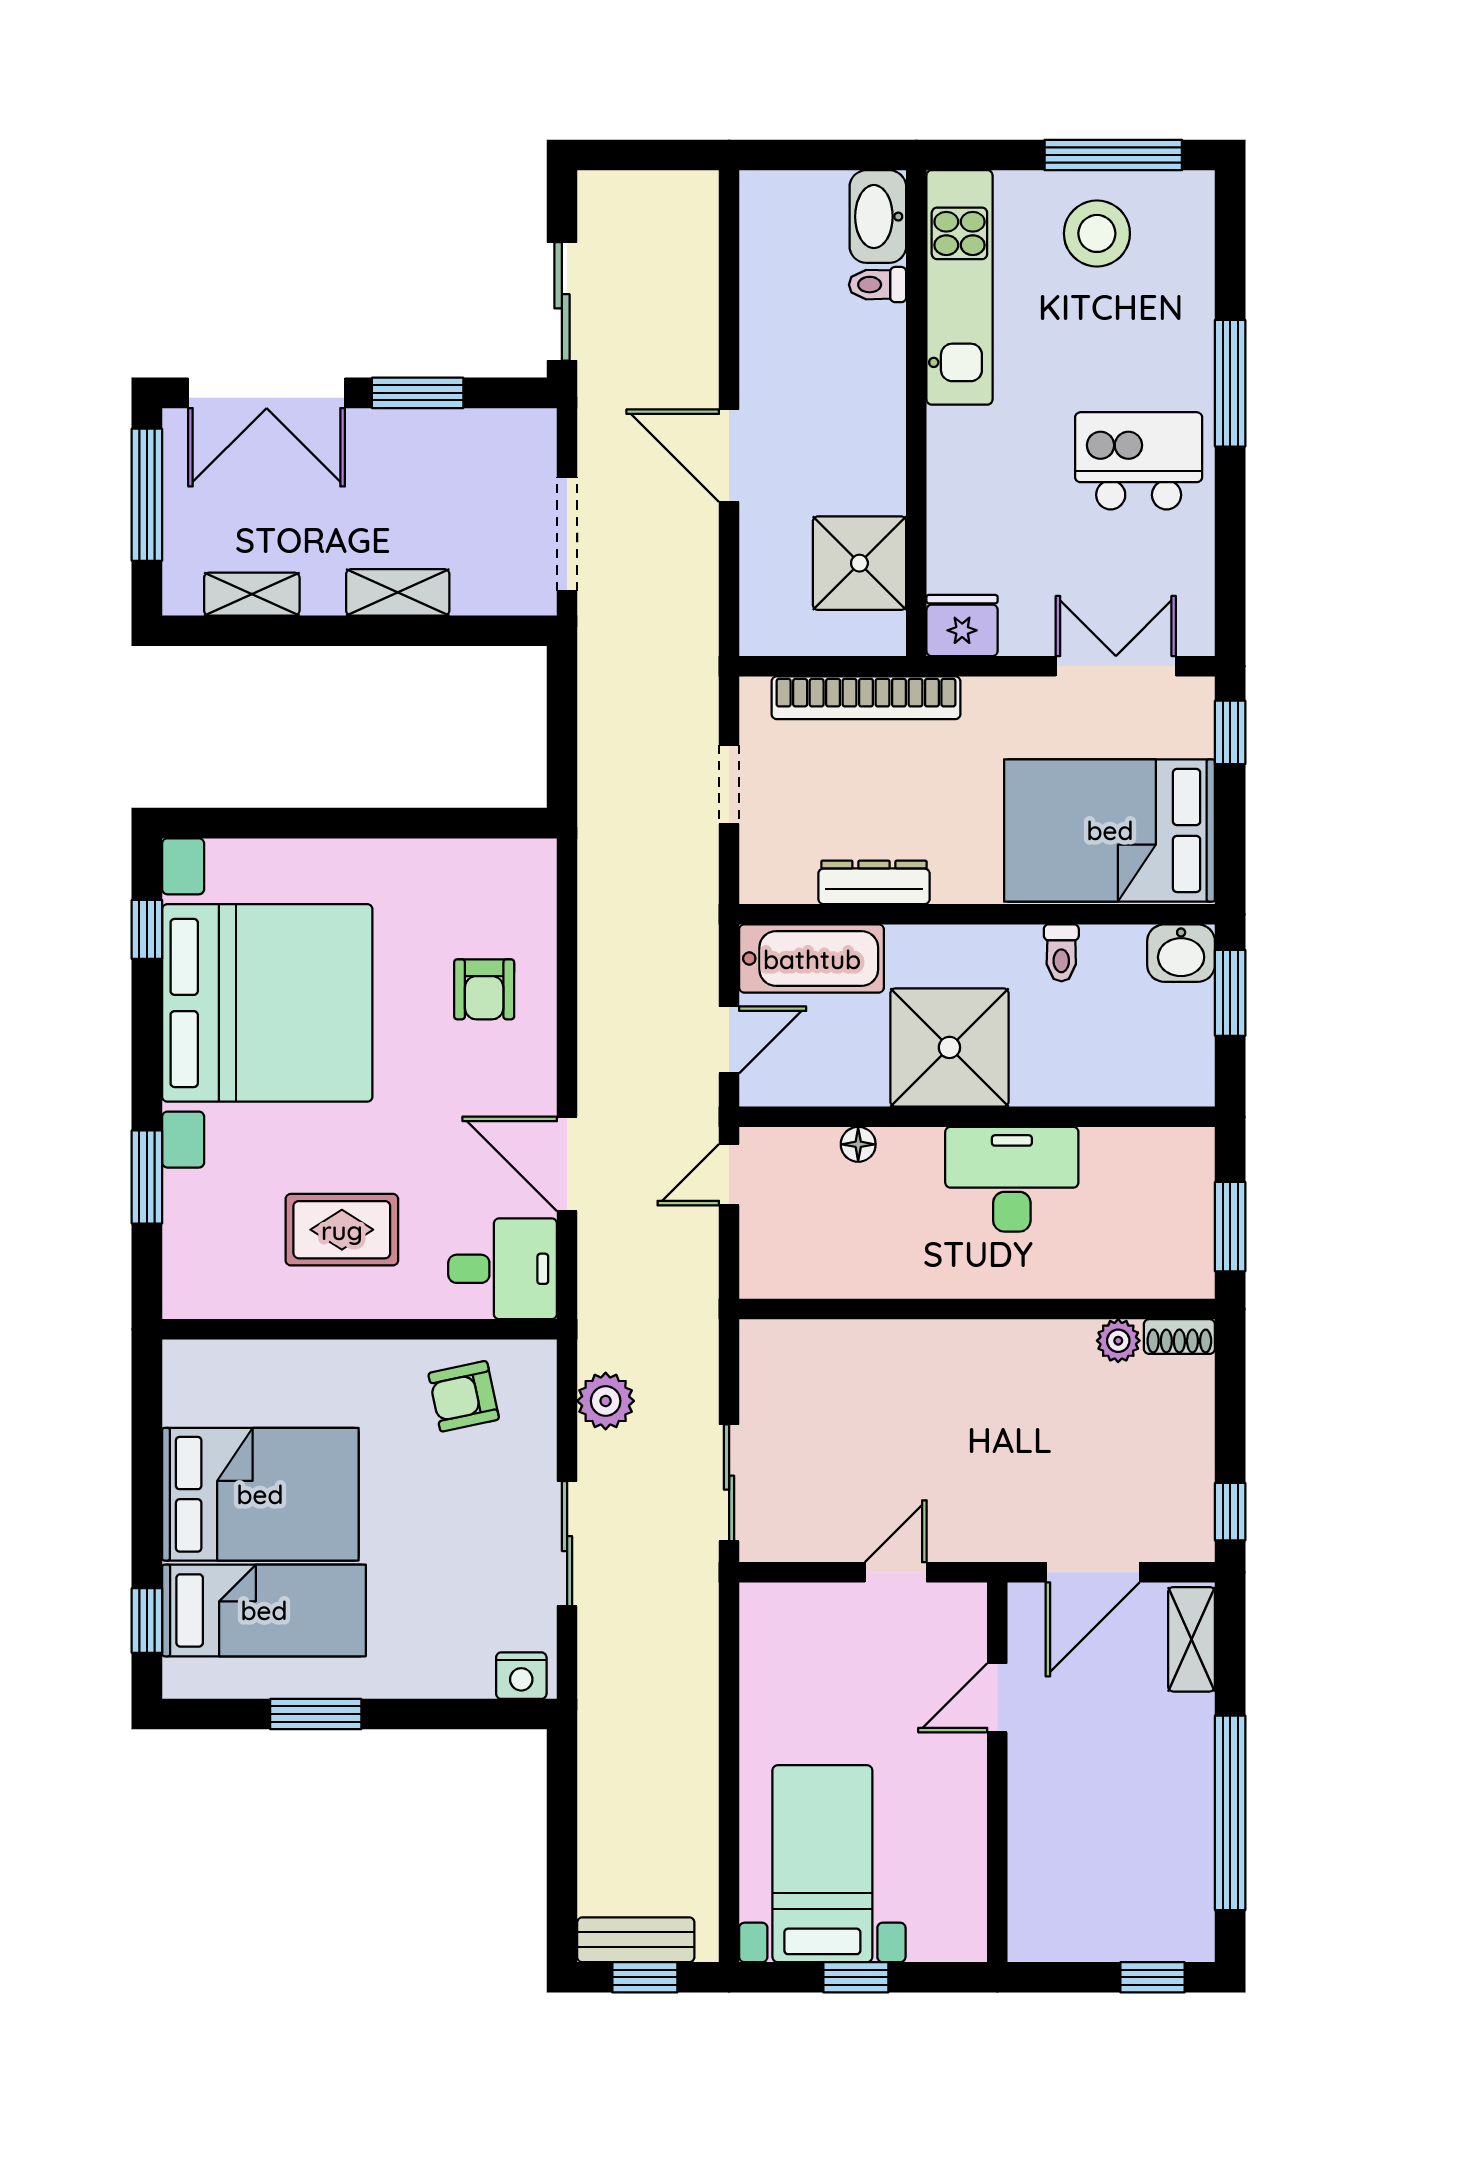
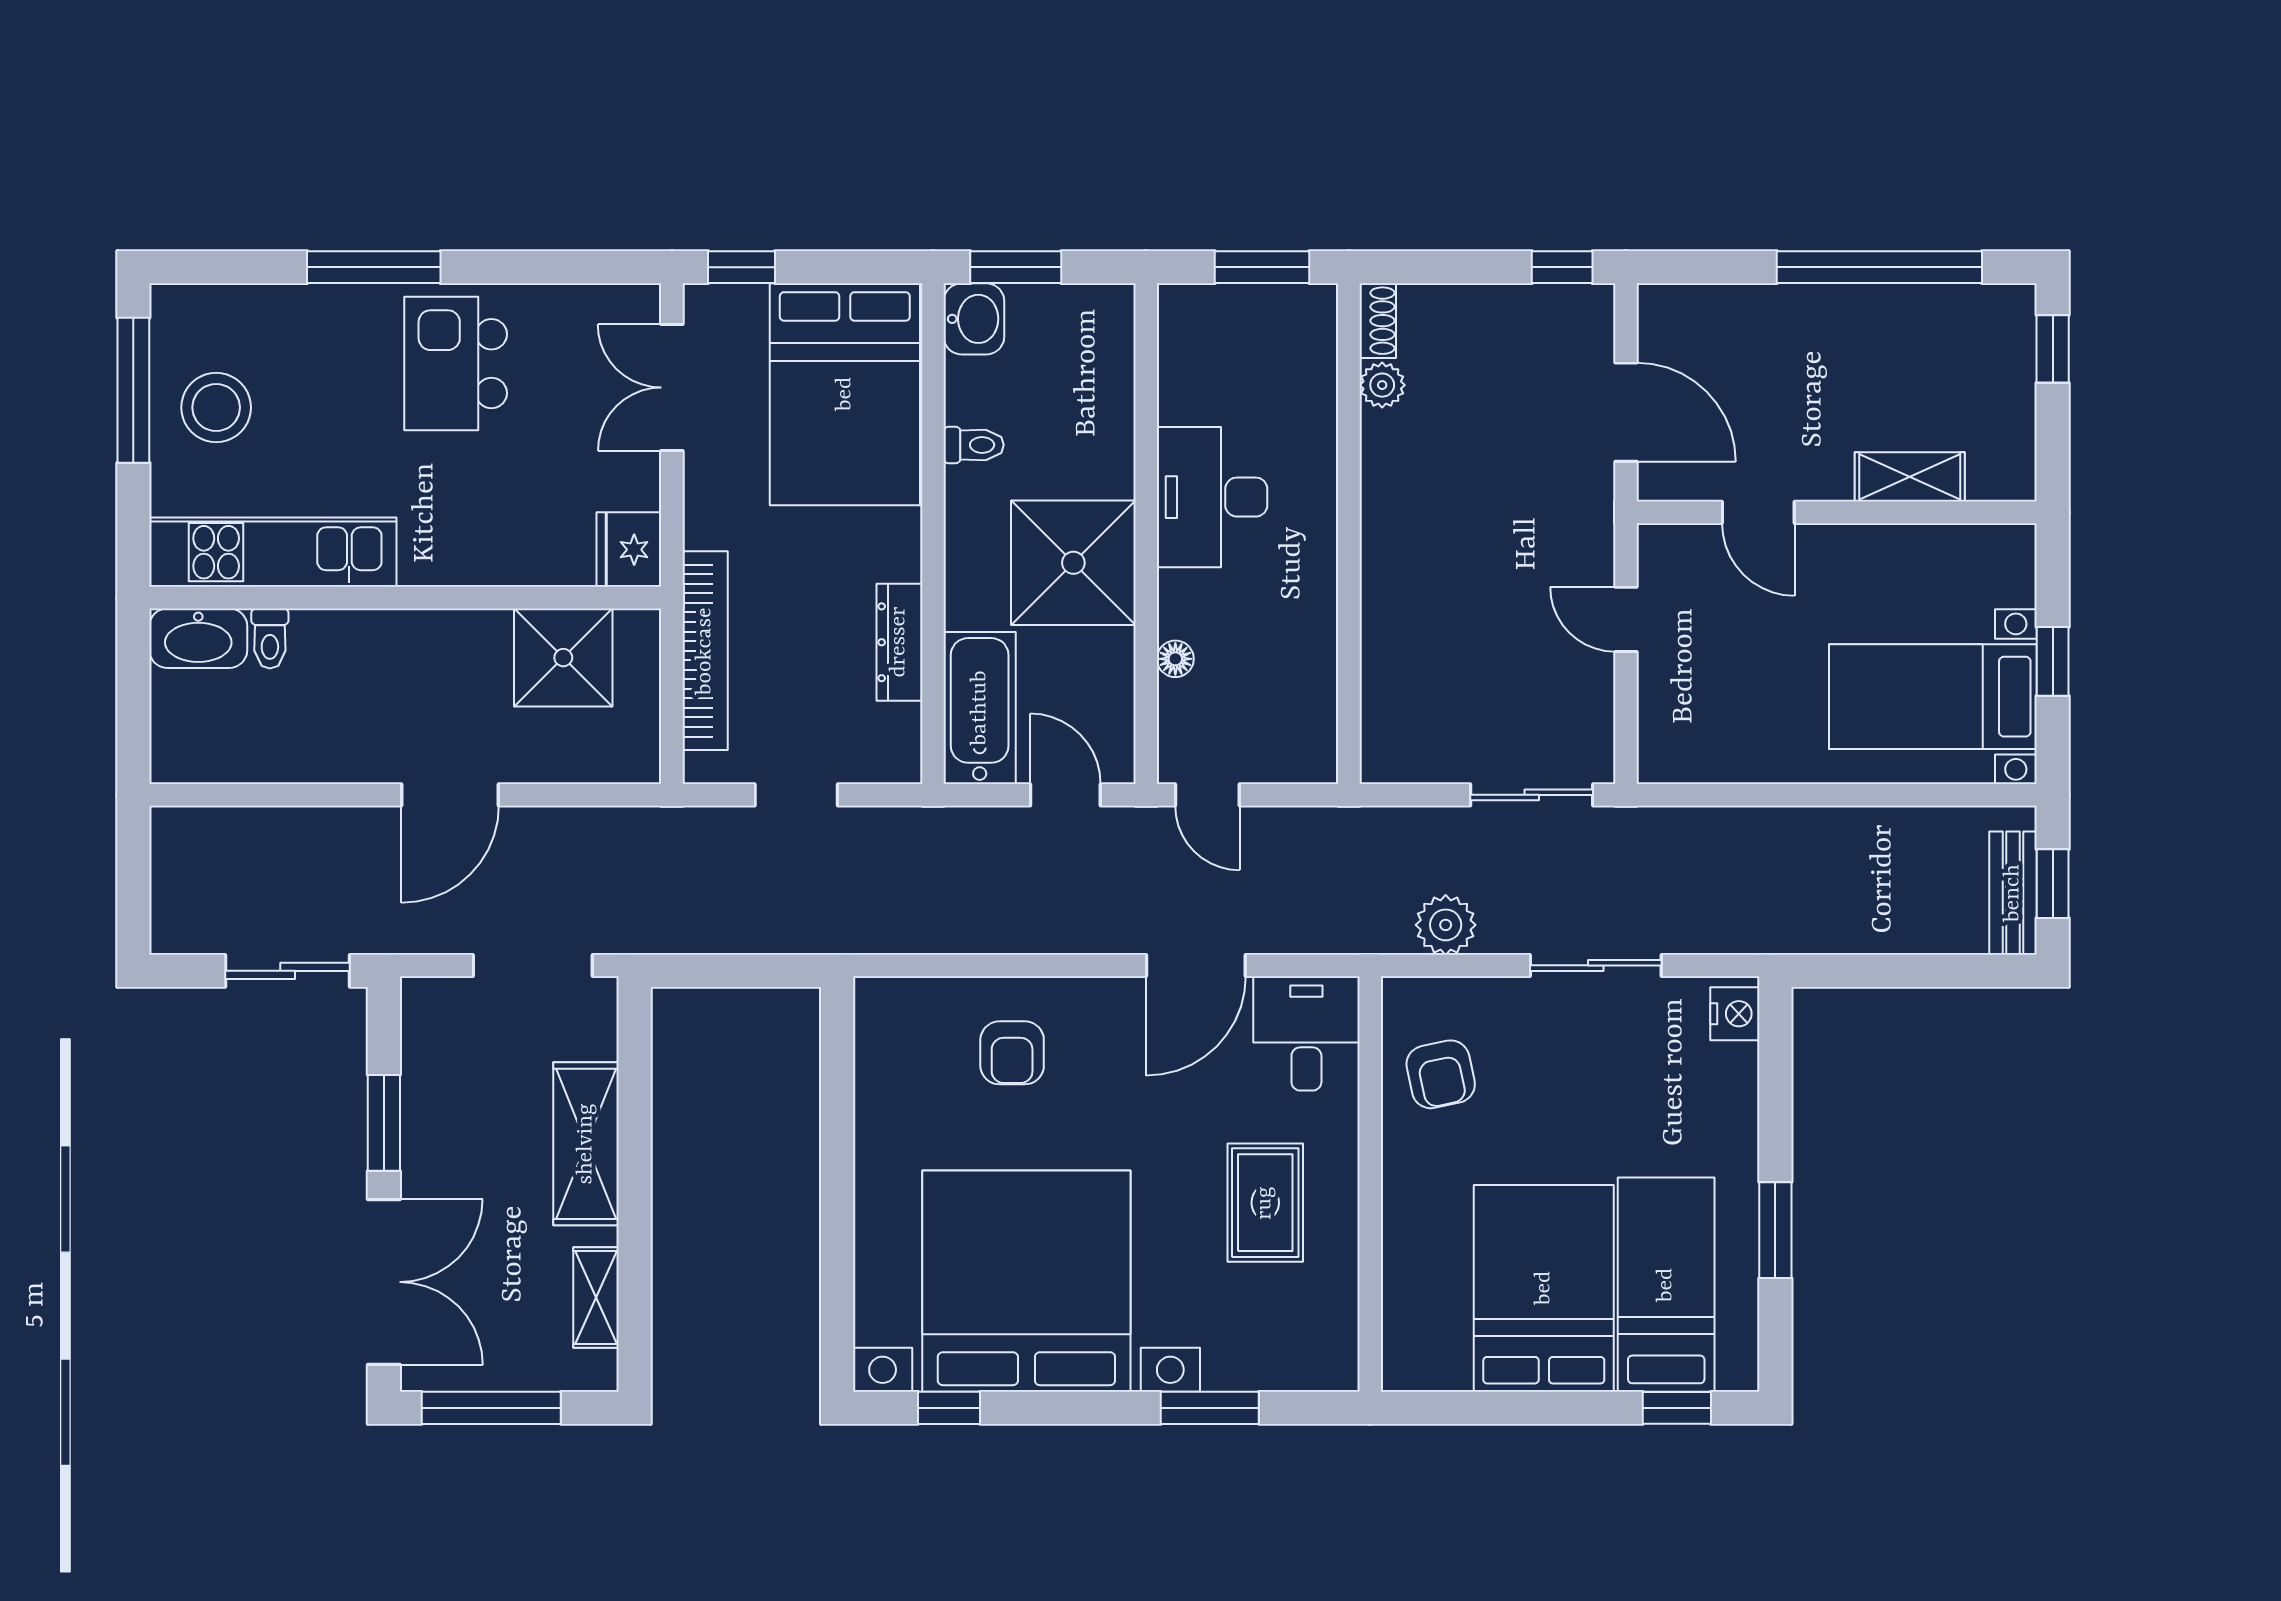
shelving: (398, 592) -> (586, 1144), width x1.50, depth x1.33
armchair: (484, 989) -> (1012, 1053), turned 90
shelving: (1192, 1639) -> (1910, 477), moved

